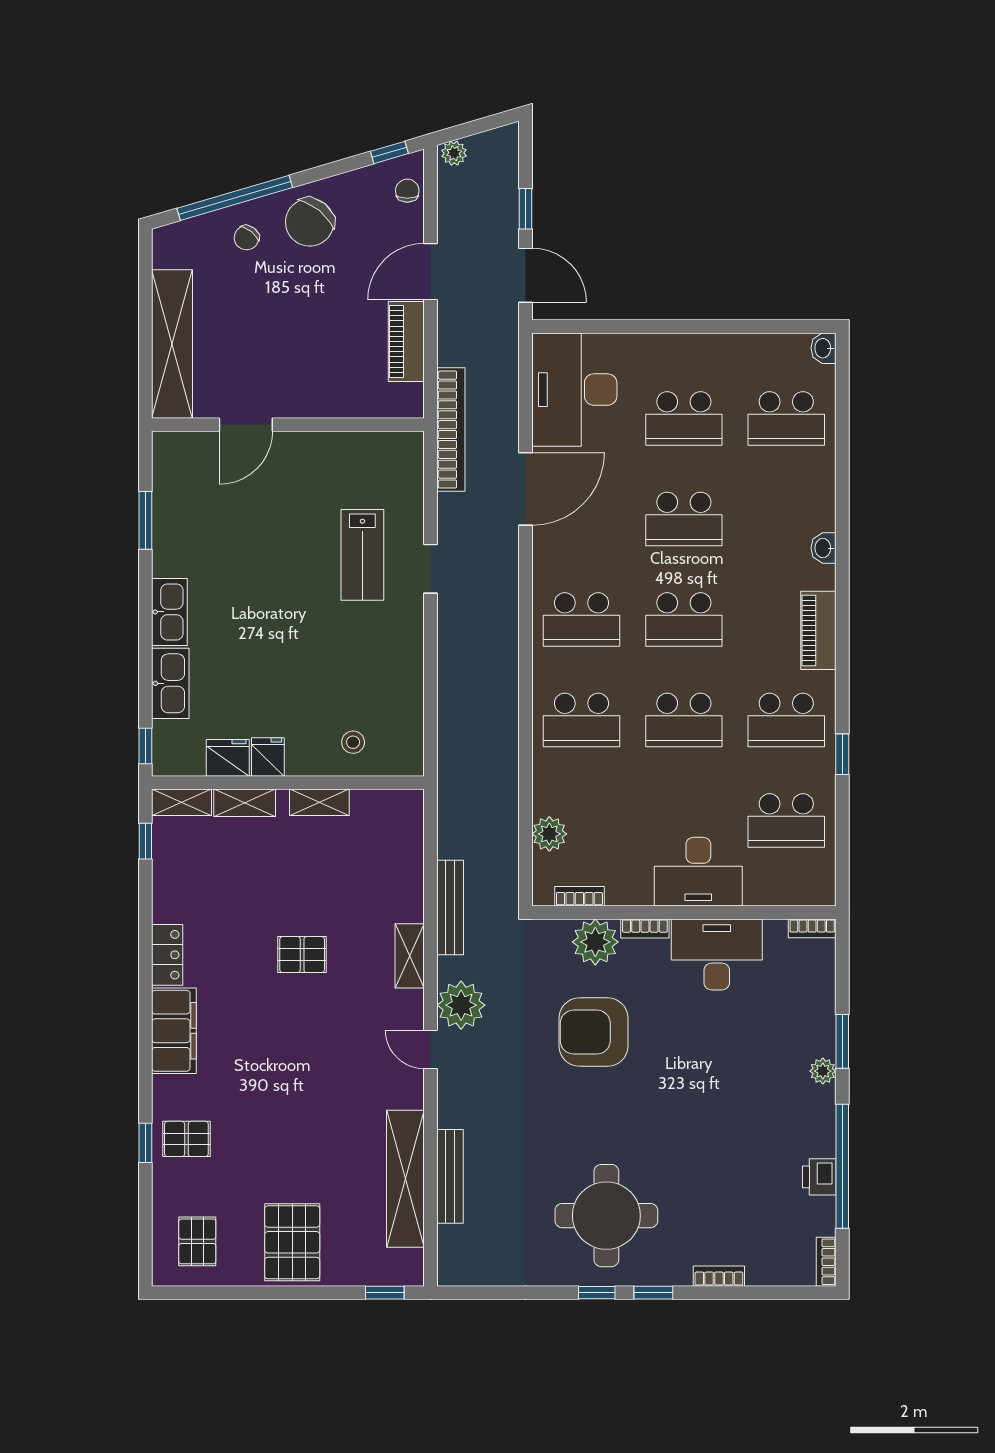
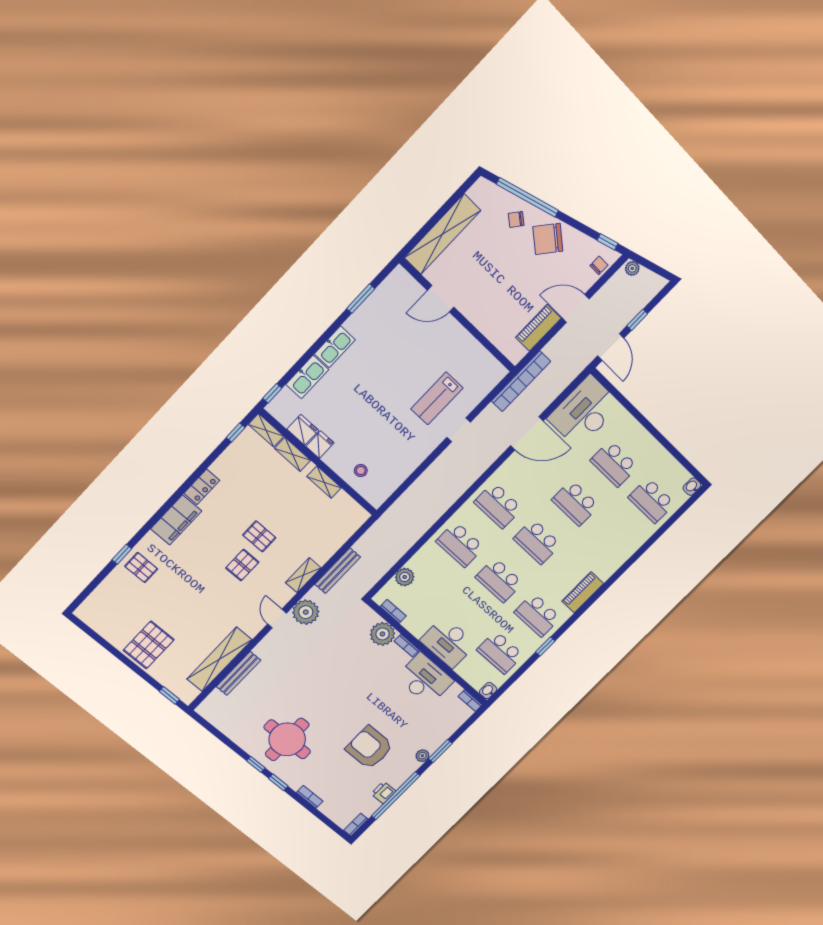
washbasin: (824, 548) -> (488, 691), moved
armchair: (594, 1032) -> (369, 748), moved
pallet: (197, 1241) -> (242, 565), moved

